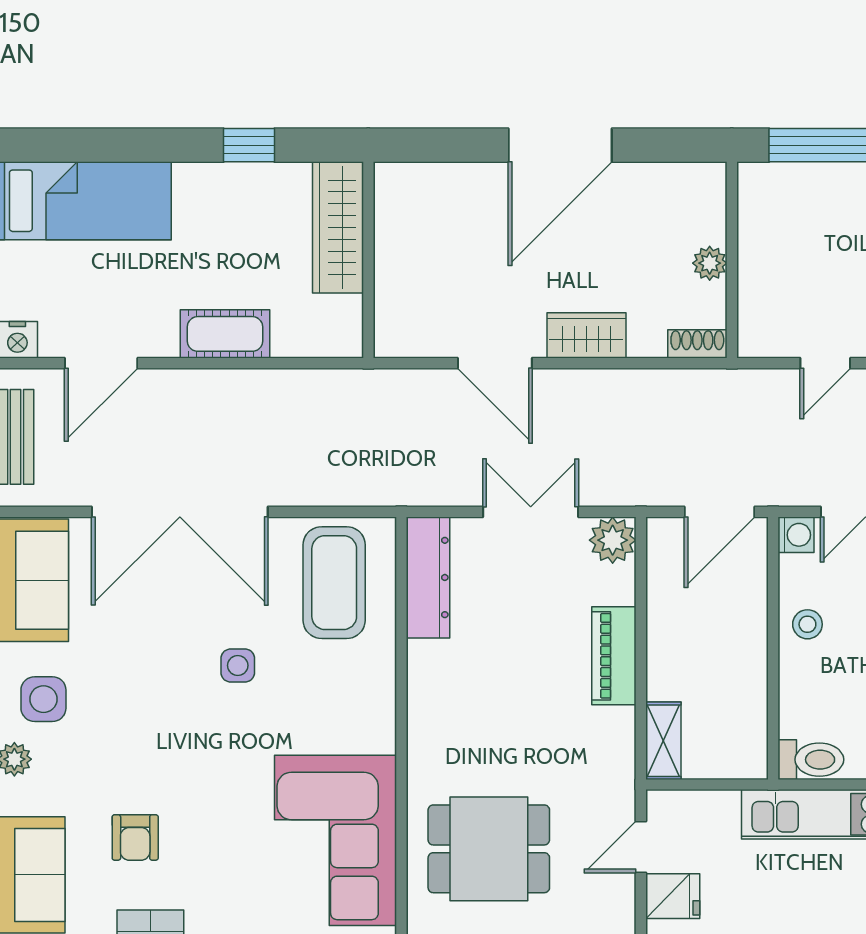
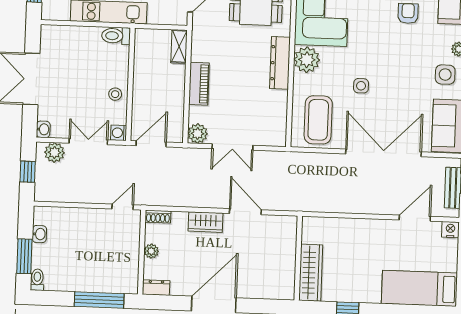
dresser: (695, 179) -> (156, 288), added
cot: (225, 334) -> (361, 229), removed
door: (825, 363) -> (123, 207), moved
dresser: (428, 577) -> (280, 63), moved
plant: (366, 721) -> (307, 60), added

